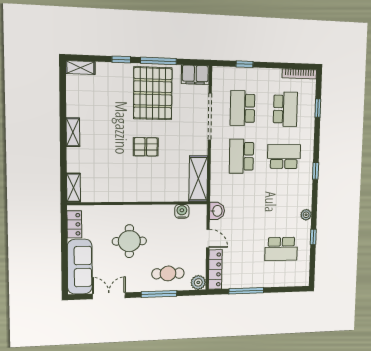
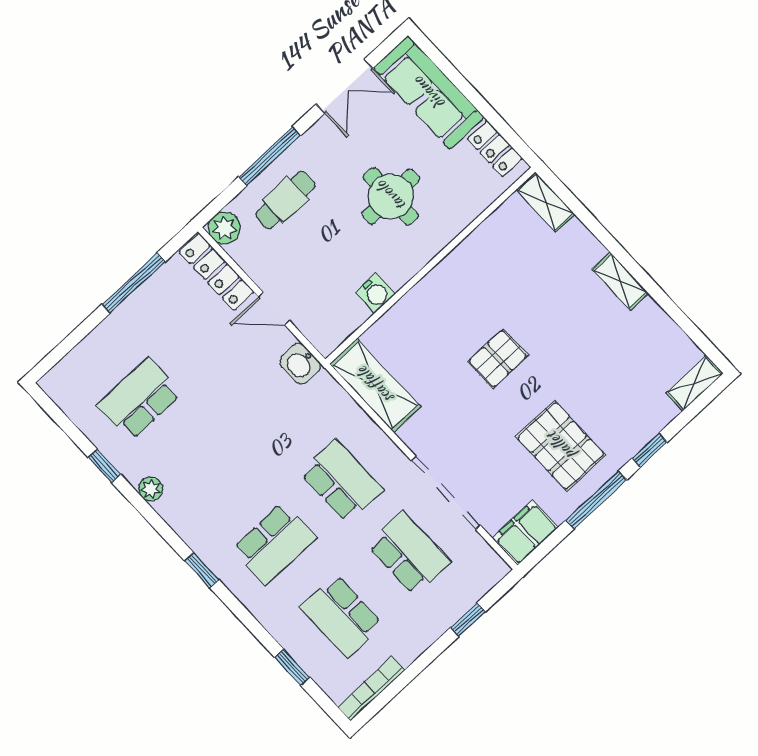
pallet: (153, 93) -> (561, 446), width x0.73, depth x0.71
water cooler: (182, 211) -> (375, 293), moved

